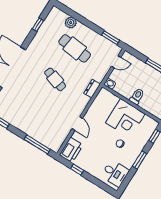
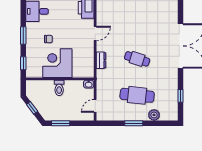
window: (111, 38) -> (134, 123), moved
dresser: (92, 89) -> (101, 60), moved
door: (77, 123) -> (95, 33), swing flipped

